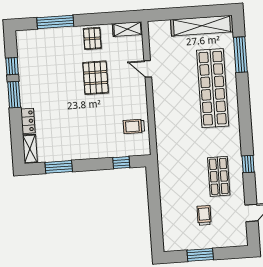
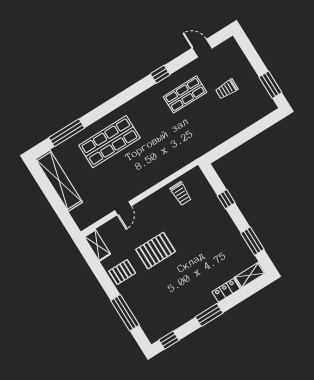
window: (12, 66) -> (169, 340), moved
shop shelf: (213, 88) -> (109, 142), width x0.71
window: (121, 163) -> (226, 199), moved
window: (200, 255) -> (270, 85), moved

